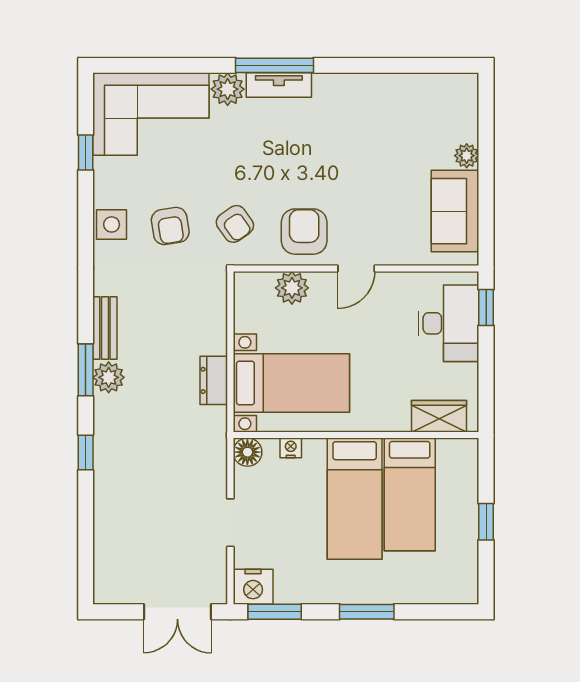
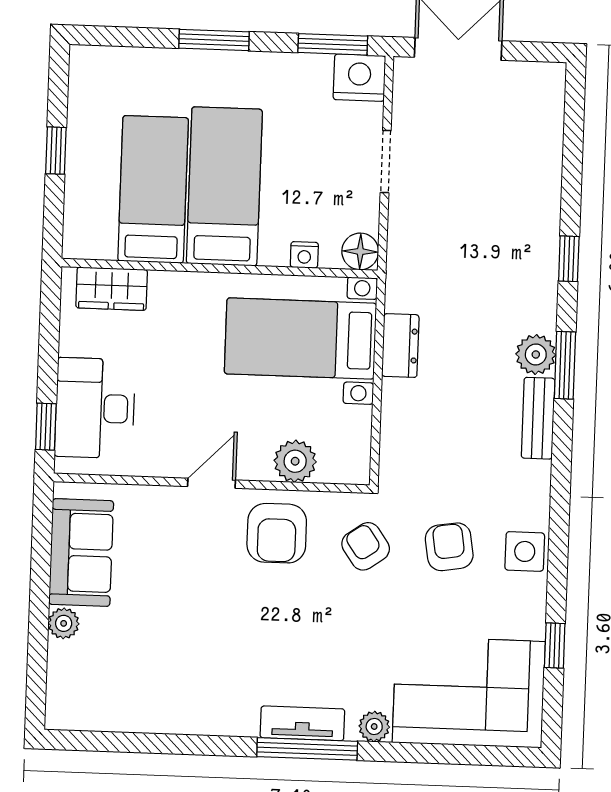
plant: (228, 89) -> (374, 727), width x0.73, depth x0.73

